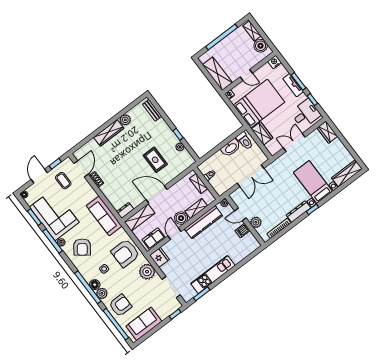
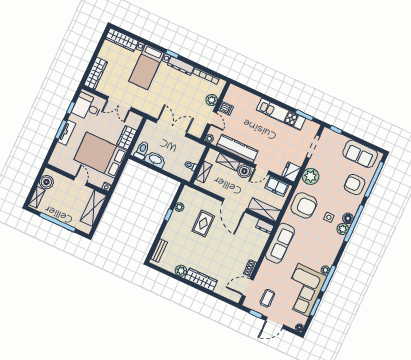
nightstand: (274, 62) -> (55, 161), removed
wardrobe: (327, 132) -> (96, 73), width x1.50
armchair: (82, 247) -> (319, 248), removed
plant: (102, 293) -> (343, 229), moved

